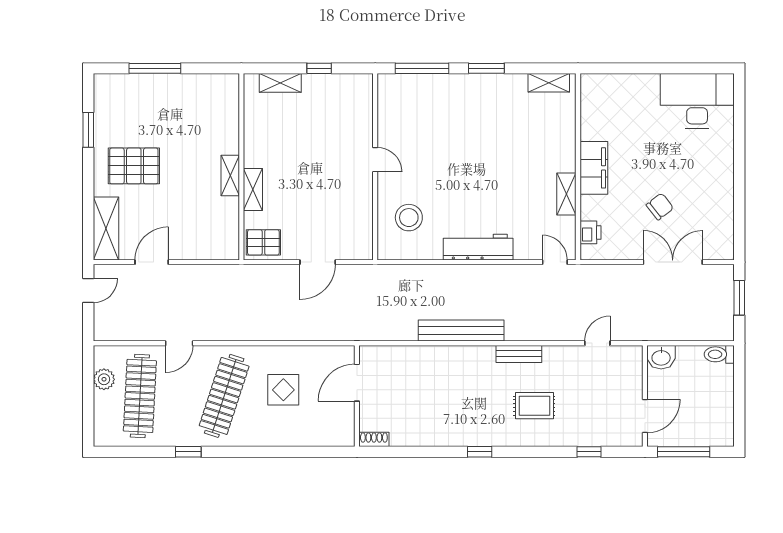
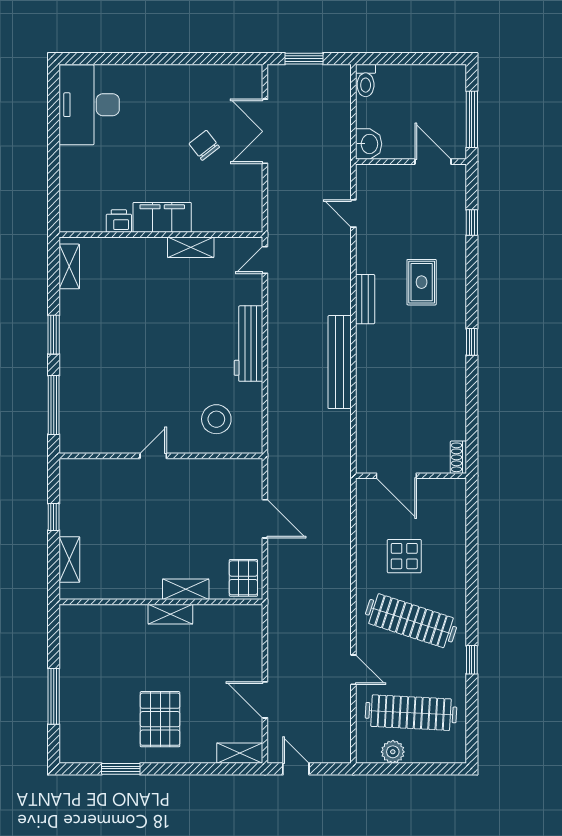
shelving: (106, 229) -> (240, 753), width x0.67, depth x0.75
printer: (590, 232) -> (119, 221), moved

